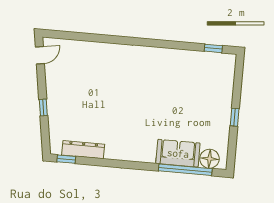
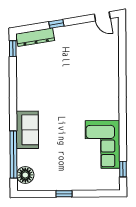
corner sofa: (183, 69) -> (103, 144), added
dresser: (83, 150) -> (35, 37), moved, turned 81
sofa: (178, 153) -> (27, 130), moved

